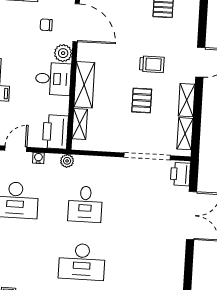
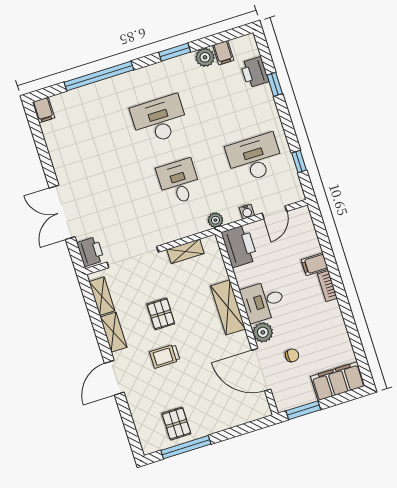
shelving: (80, 124) -> (185, 251), moved, turned 90

